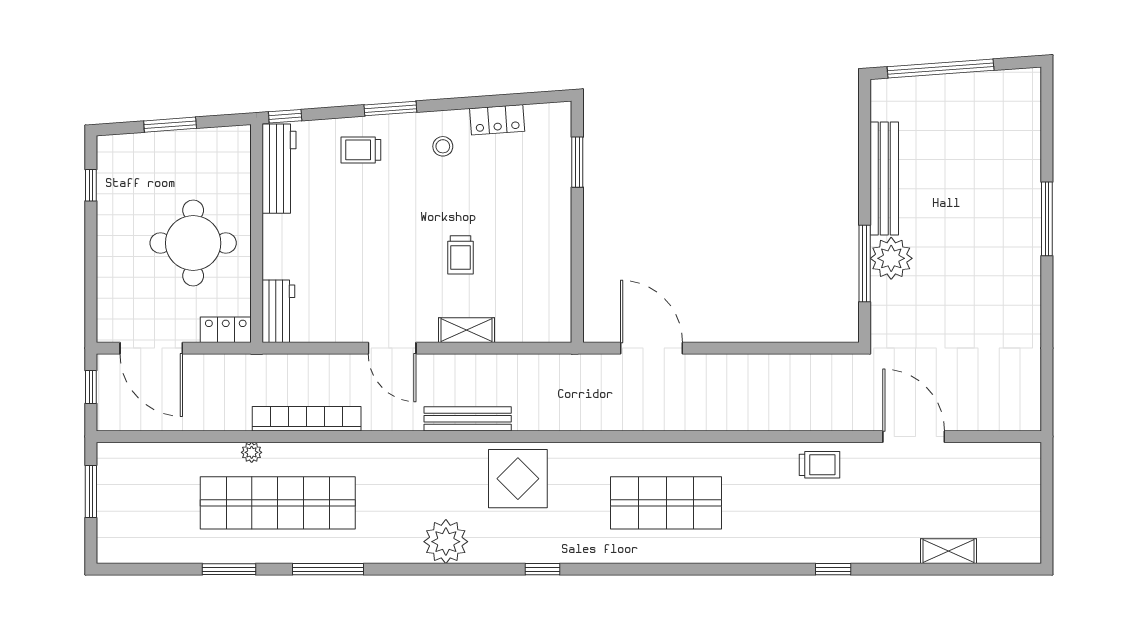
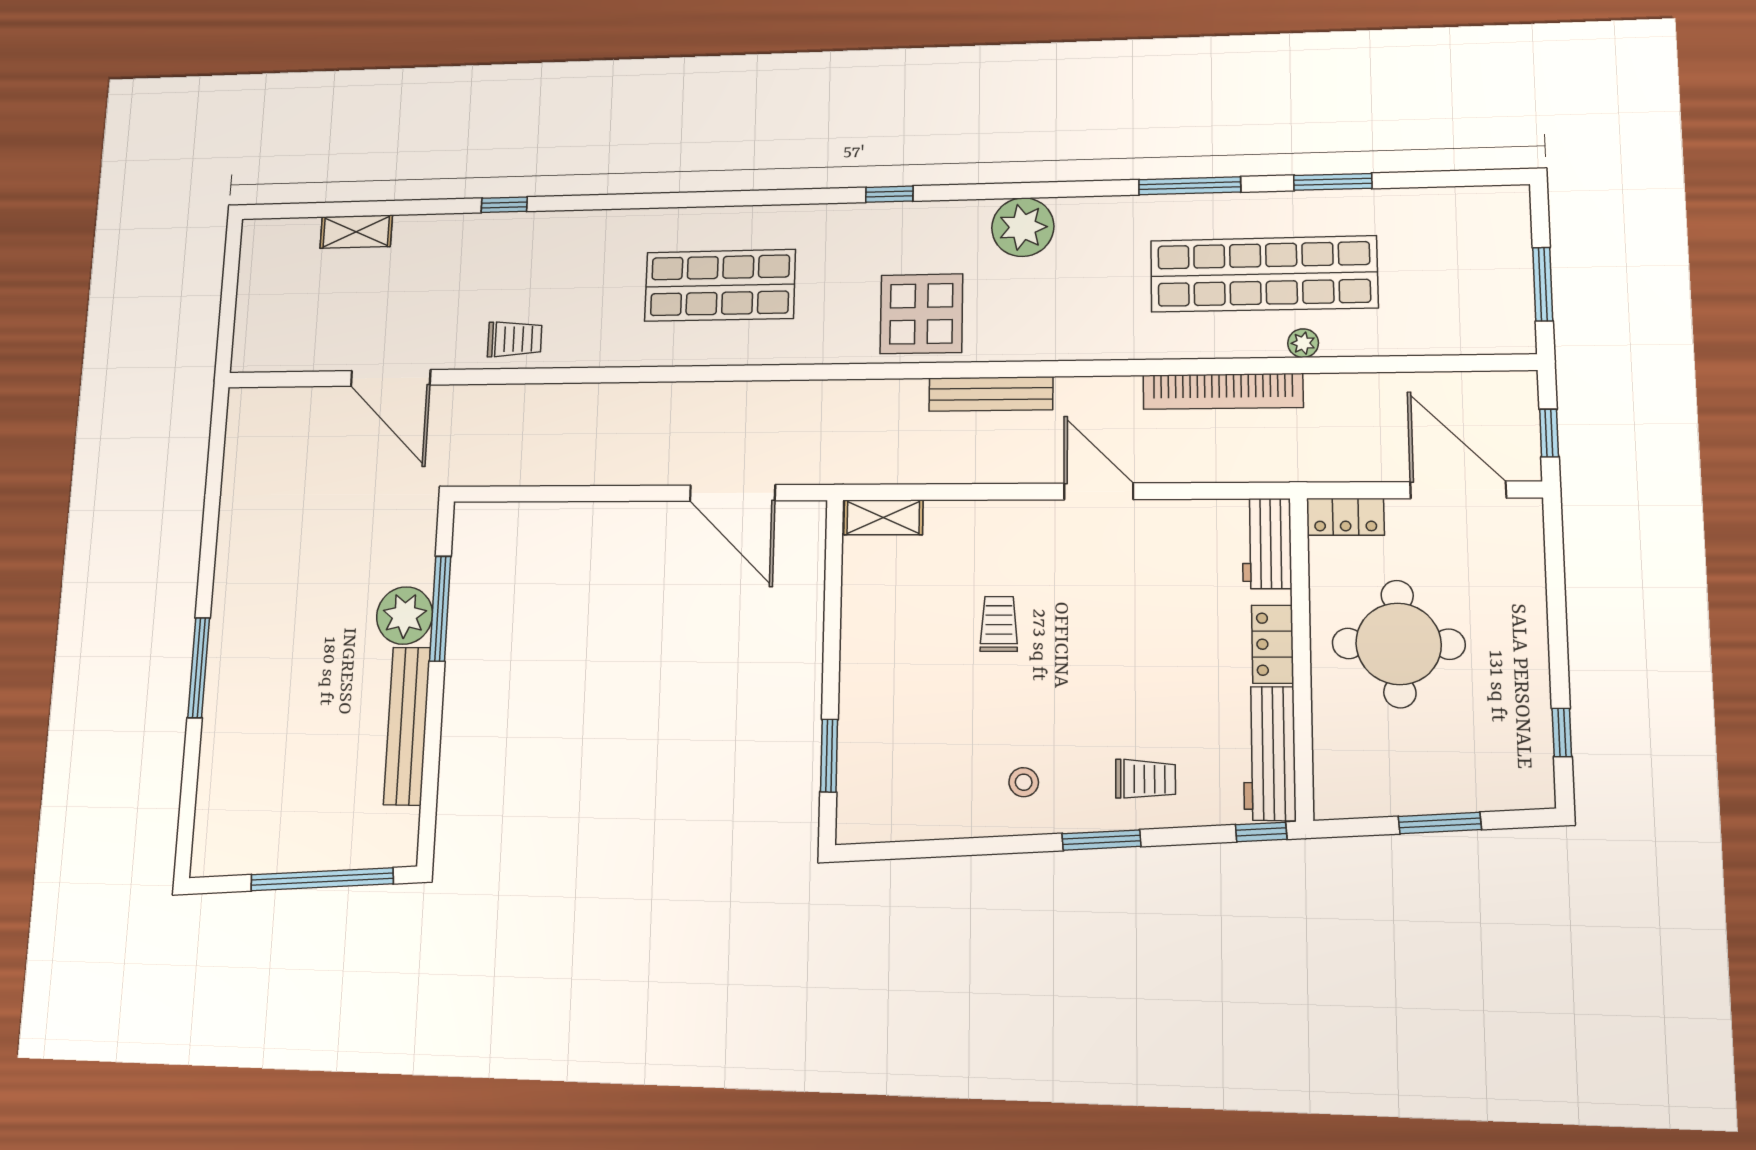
locker: (497, 120) -> (1273, 644), moved, turned -86
shelving: (467, 330) -> (883, 517), moved
trolley: (819, 465) -> (515, 339), turned 180

